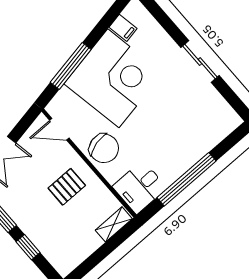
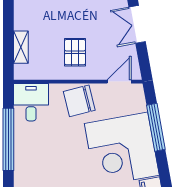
shelving: (114, 224) -> (21, 47), moved

